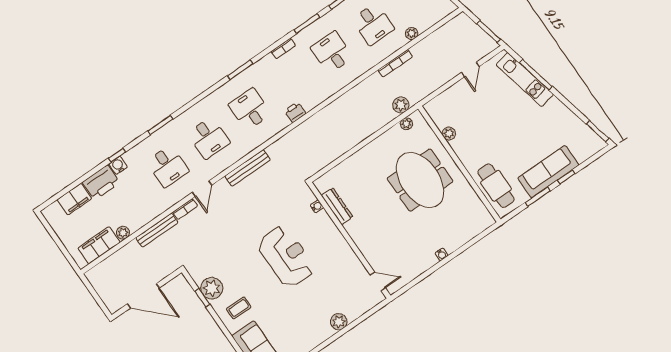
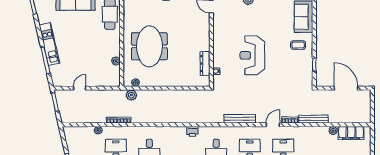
kitchen unit: (525, 80) -> (49, 44), moved
plant: (212, 288) -> (305, 66), removed

